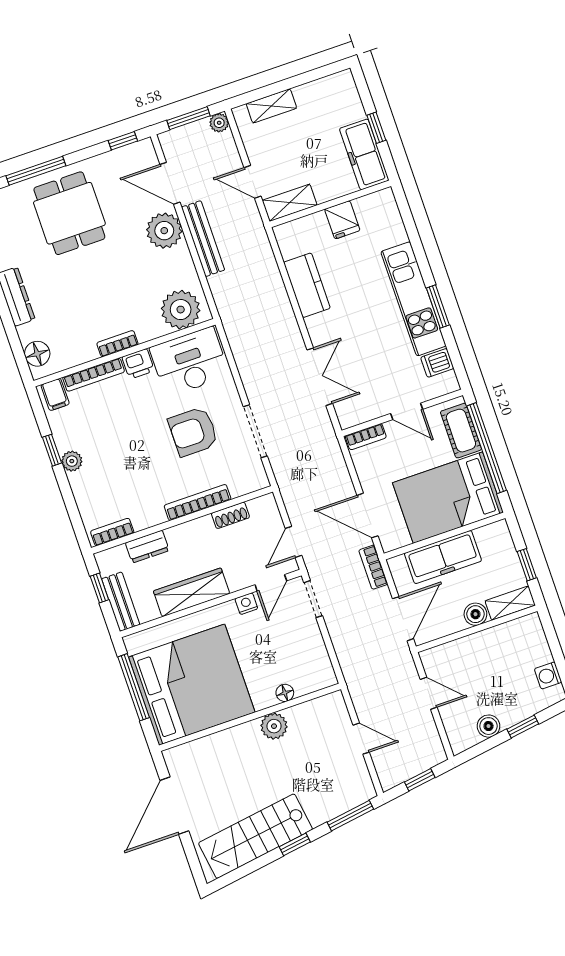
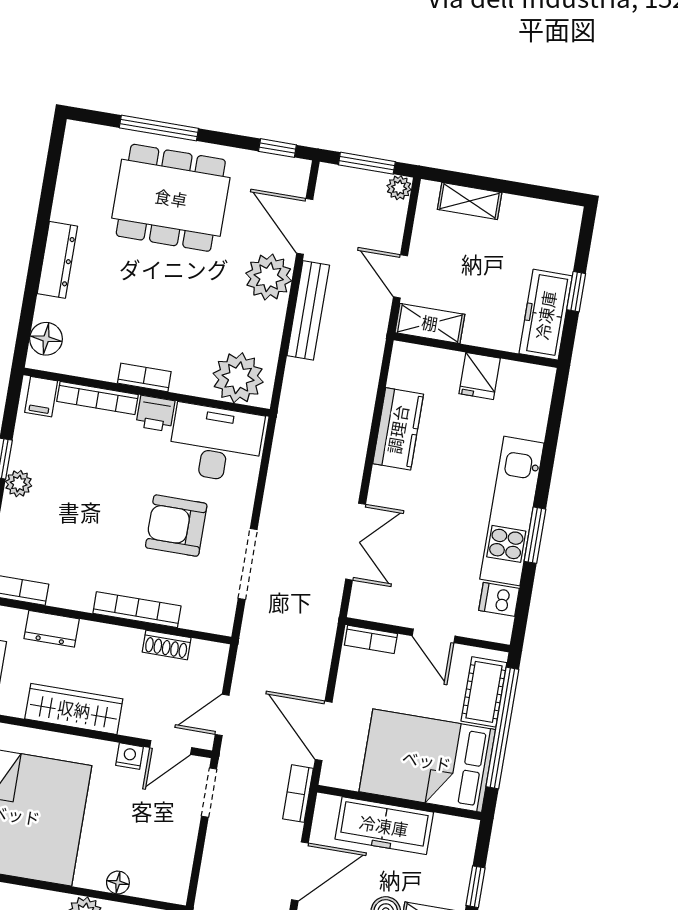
dining table: (69, 213) -> (171, 198), width x1.38

